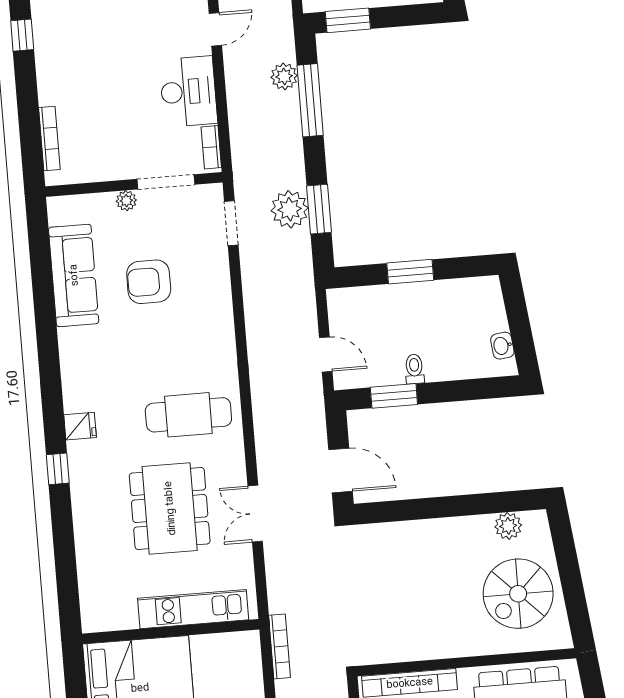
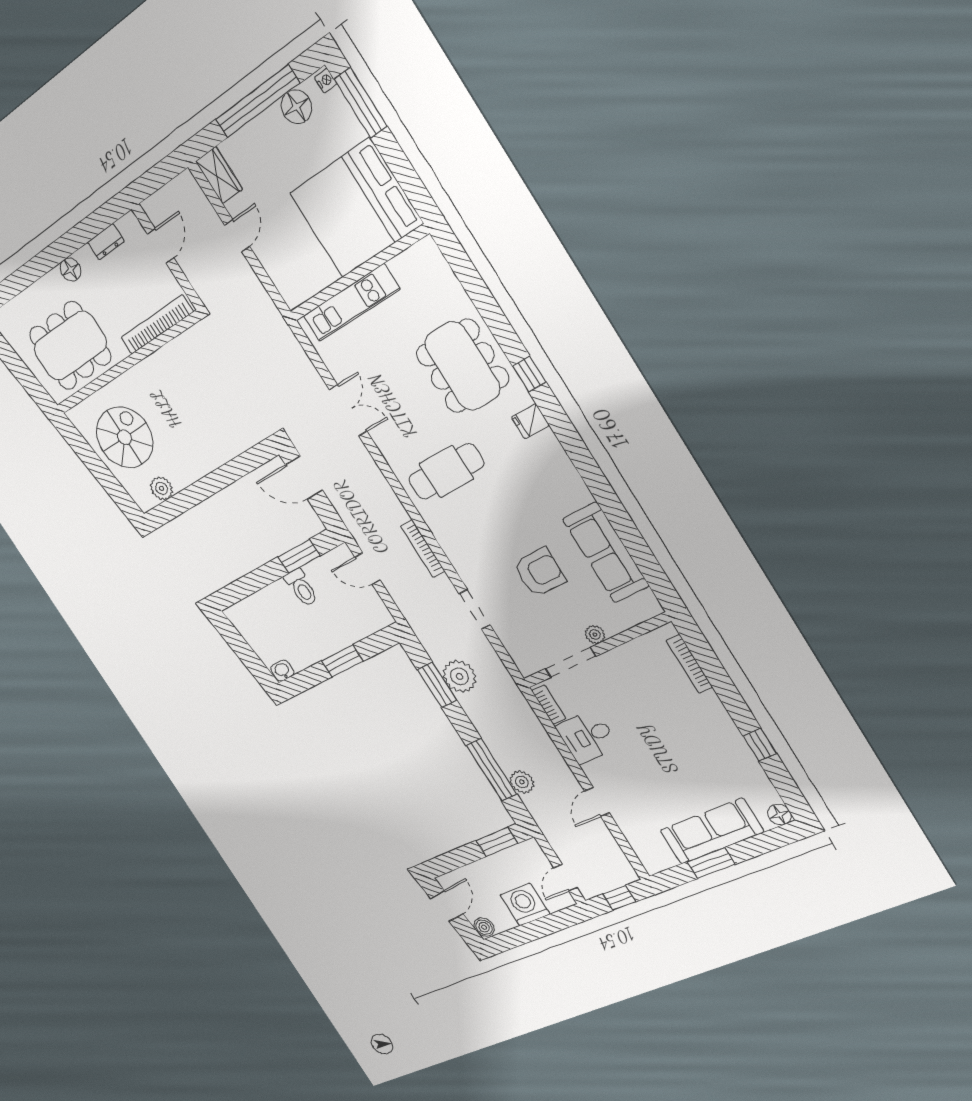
desk: (188, 92) -> (587, 737), width x0.73
doorway: (231, 223) -> (474, 609), moved
washbasin: (502, 346) -> (282, 671), moved, turned -83
toilet: (414, 369) -> (301, 588), width x1.37, depth x1.39
dining table: (170, 508) -> (462, 366), moved
bookcase: (280, 646) -> (423, 549), moved

